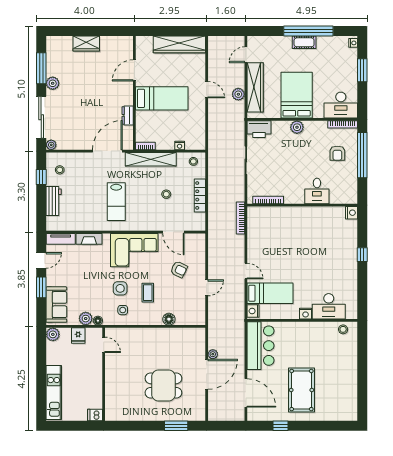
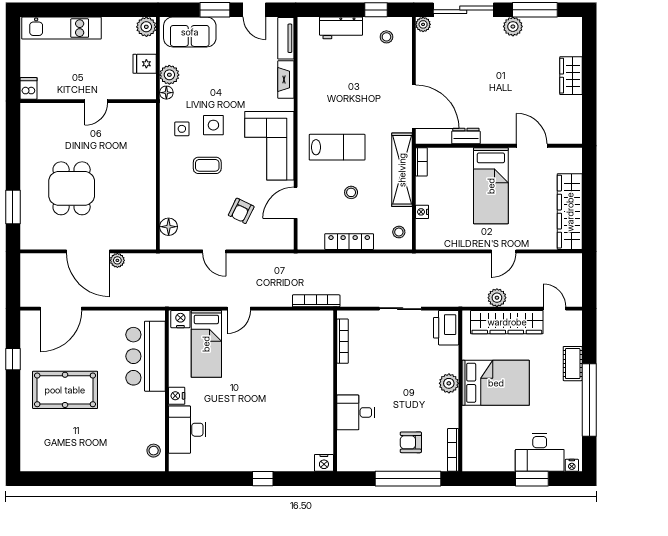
cot: (304, 42) -> (573, 364), moved
desk: (341, 105) -> (540, 452), moved, turned -90
lab bench: (116, 202) -> (337, 147), moved, turned 180
floor lamp: (169, 319) -> (169, 227), moved
door: (104, 345) -> (96, 101), moved
bar counter: (260, 346) -> (146, 356), moved, turned 90

